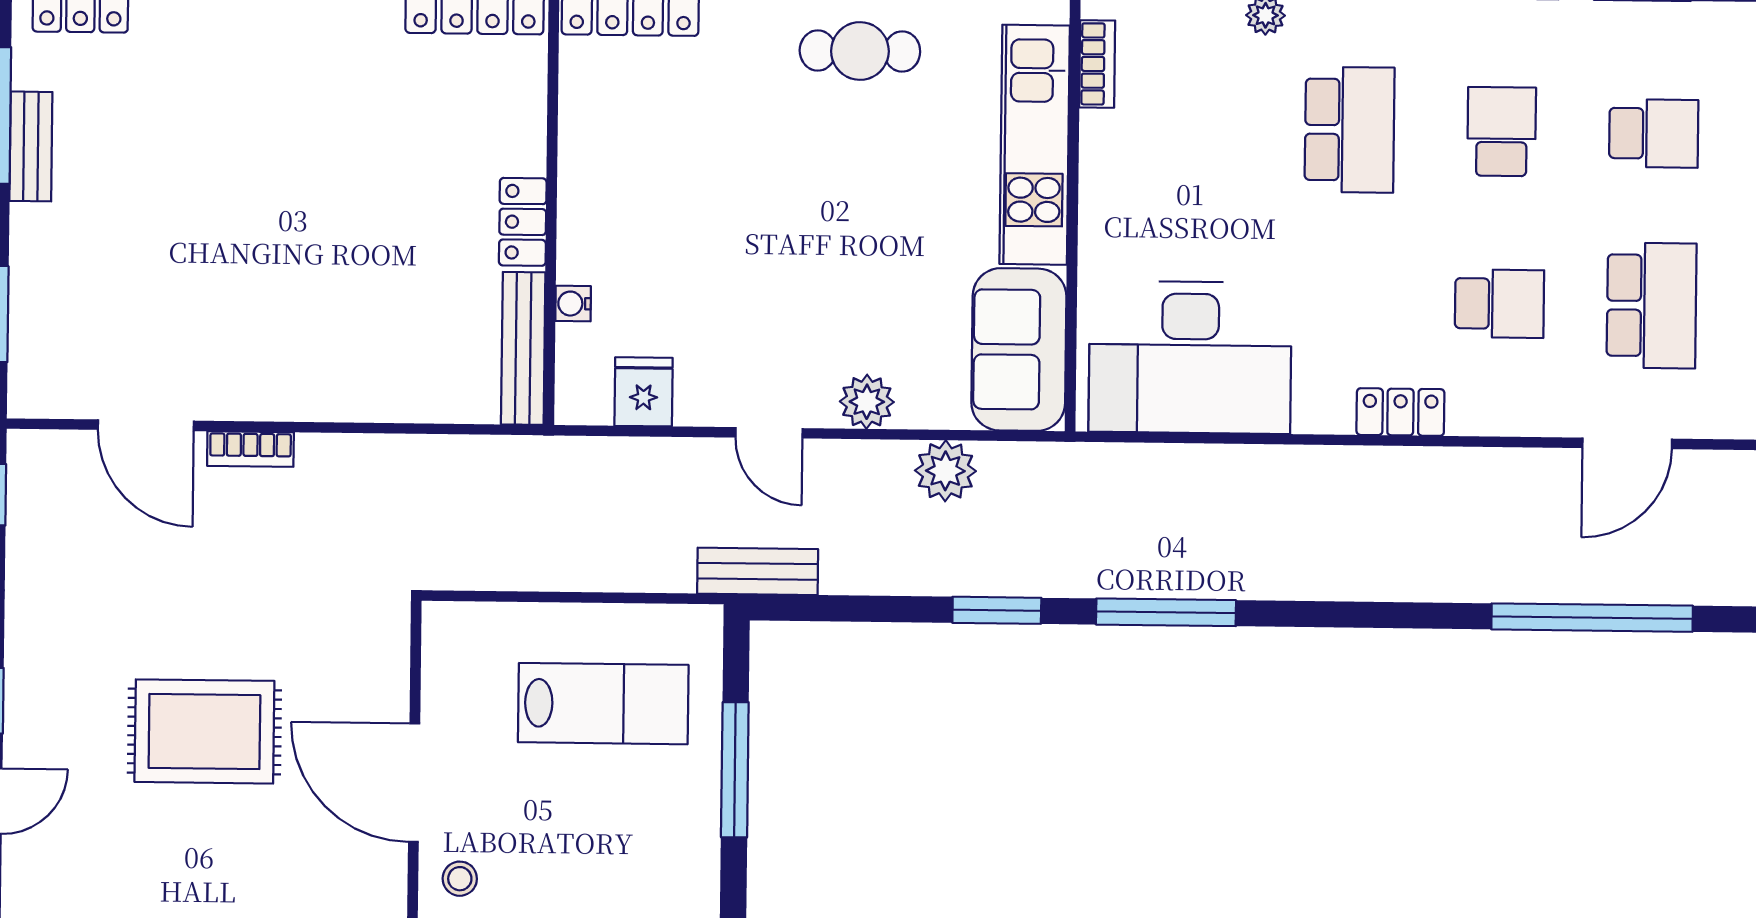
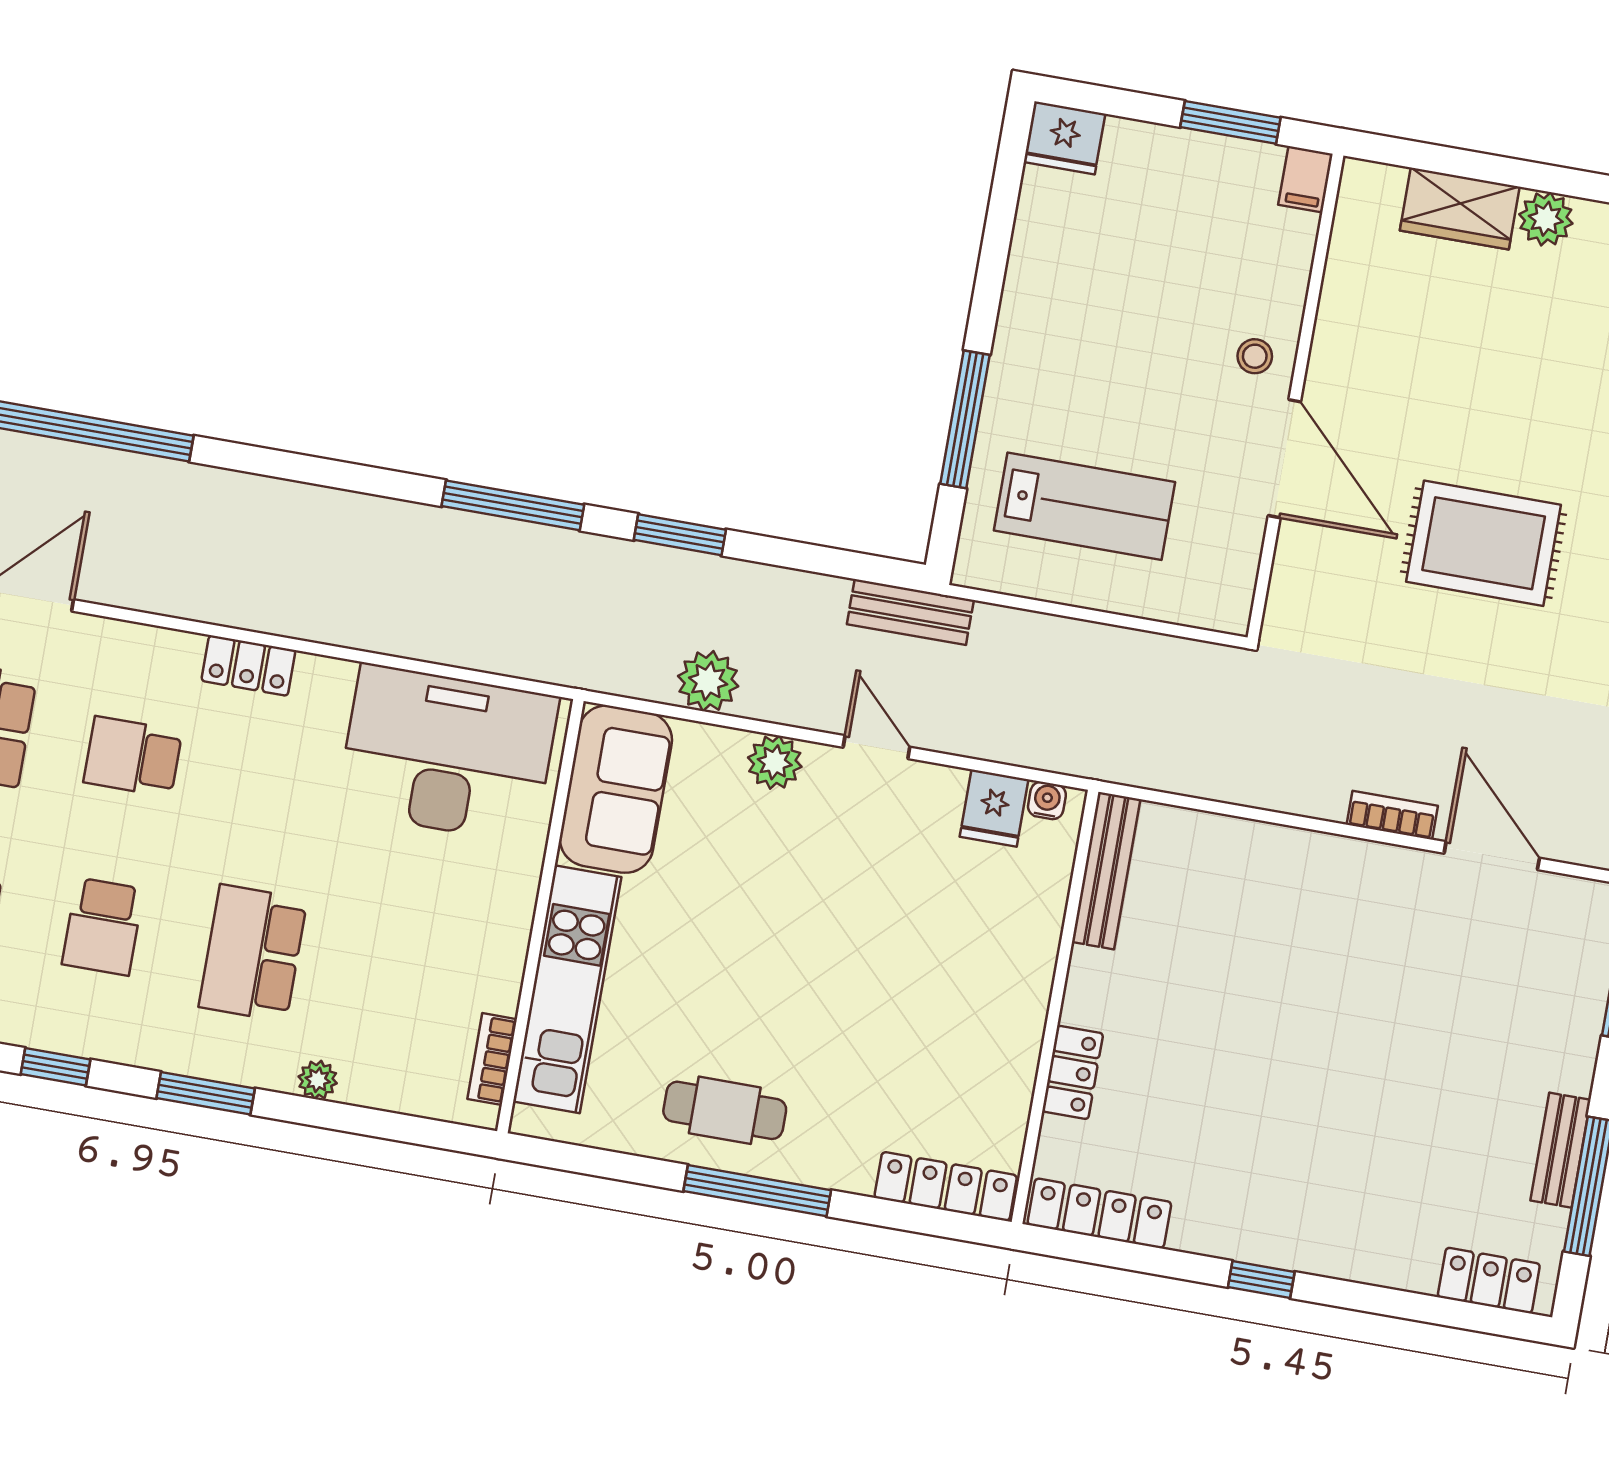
locker: (523, 222) -> (1073, 1072), moved
water cooler: (573, 304) -> (1047, 801), moved, turned -90
lab bench: (603, 704) -> (1084, 506), turned 180

